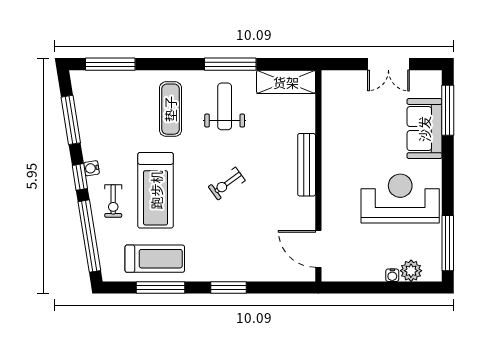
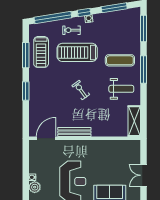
window: (230, 64) -> (144, 69), moved
bench: (307, 165) -> (74, 132), moved

